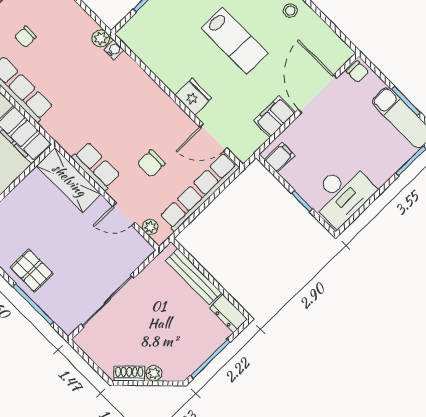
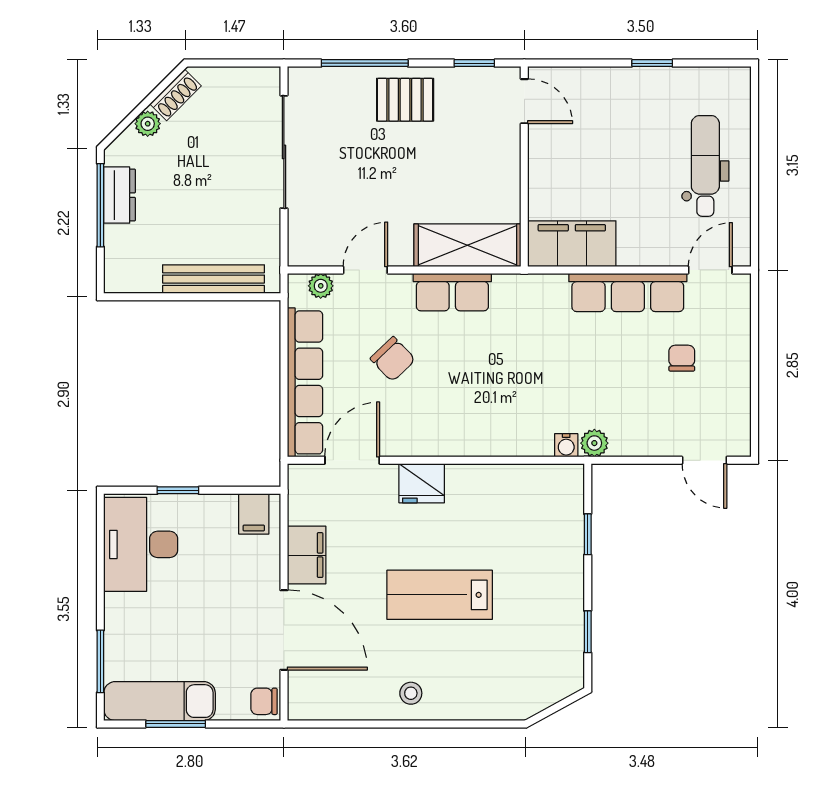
chair: (151, 163) -> (393, 359), turned 136
dresser: (228, 314) -> (120, 195), moved, turned 90

